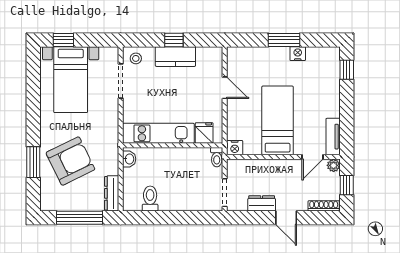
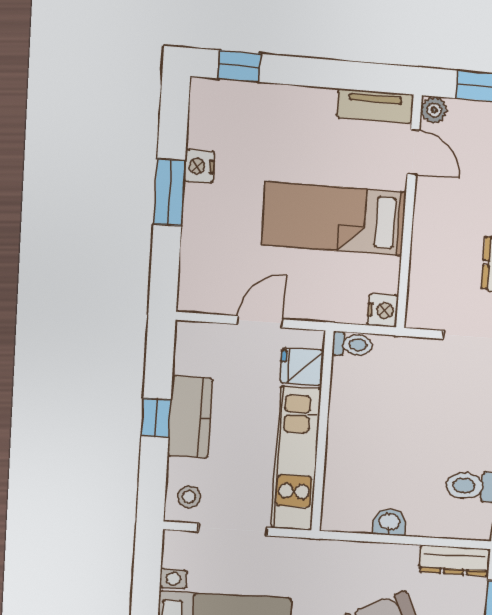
kitchen unit: (158, 133) -> (296, 458), moved
fridge: (204, 133) -> (302, 367), moved
wall: (173, 145) -> (322, 431), moved
toilet: (217, 157) -> (352, 345), moved

